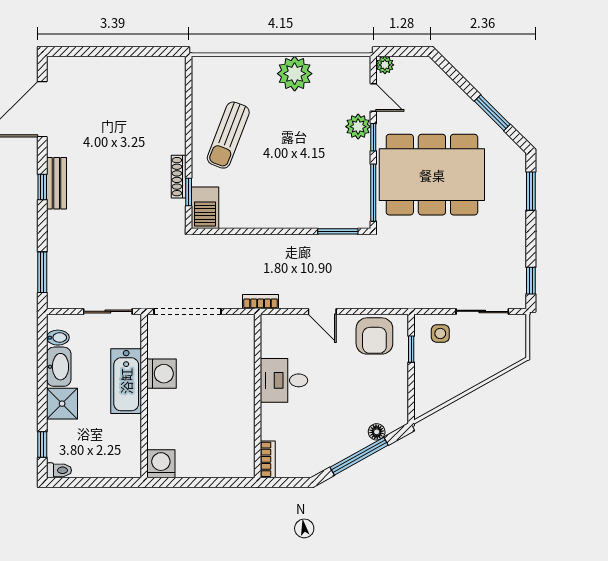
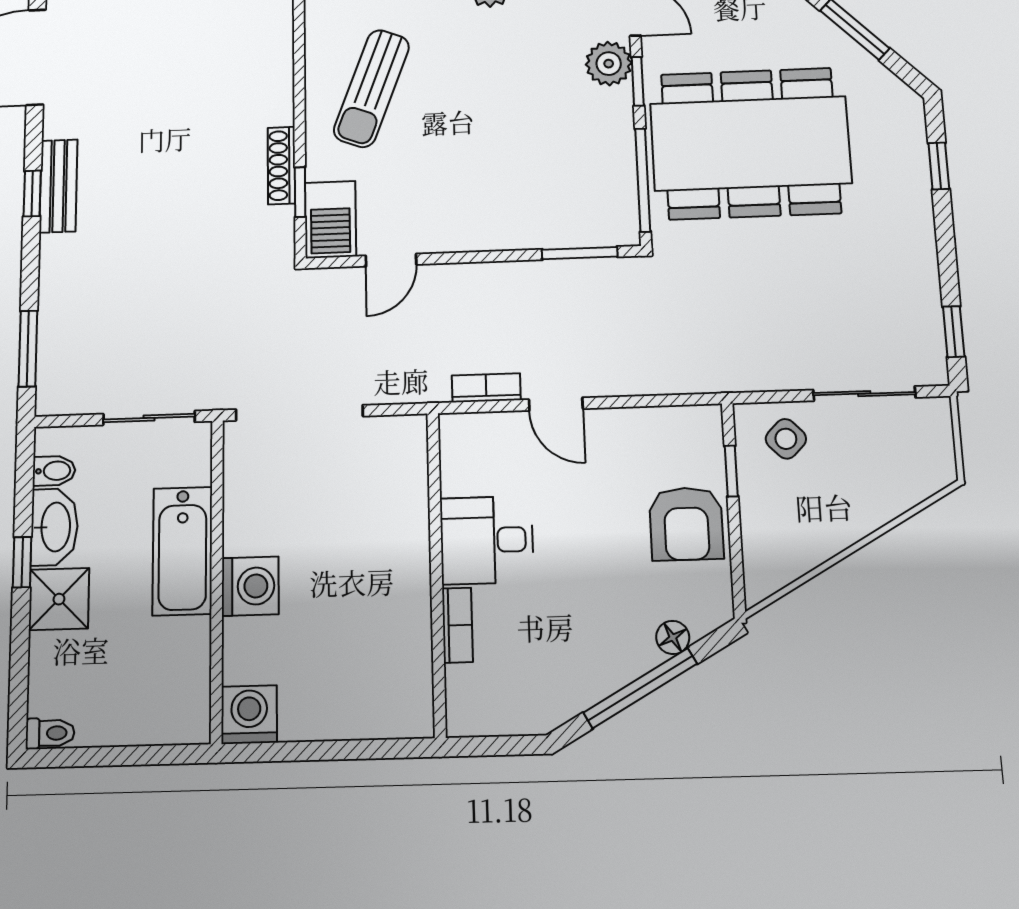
window: (531, 191) -> (939, 166), width x0.67
door: (237, 231) -> (391, 260), added
bookcase: (261, 302) -> (486, 388), moved
side table: (440, 333) -> (786, 439), turned 45
armchair: (374, 336) -> (686, 524), moved
washing machine: (161, 374) -> (250, 586), moved
window: (42, 444) -> (22, 562), moved
bookcase: (268, 459) -> (457, 625), moved

